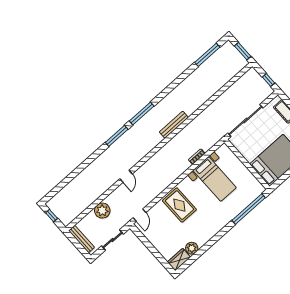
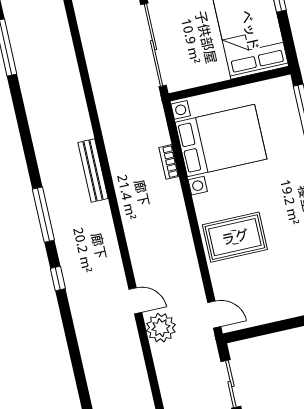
window: (117, 136) -> (58, 279), width x0.46
bed with nightstands: (215, 179) -> (221, 141), width x1.36
plant: (102, 211) -> (161, 328), moved

